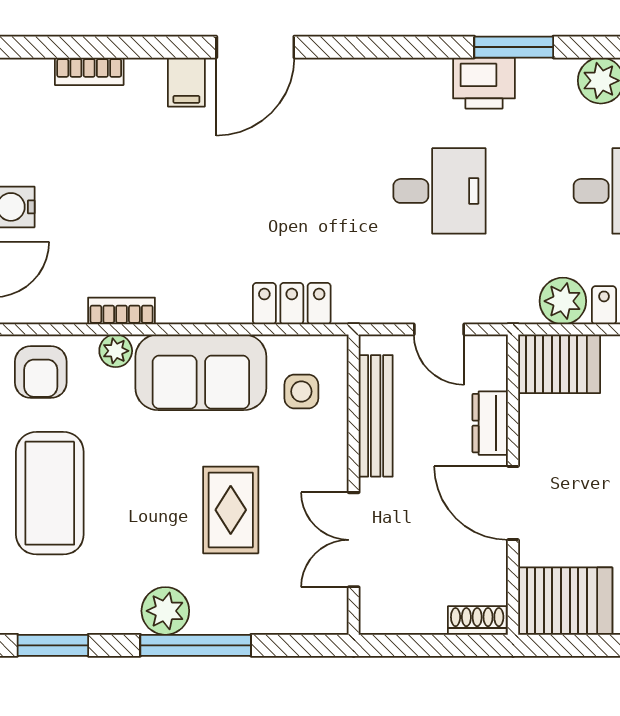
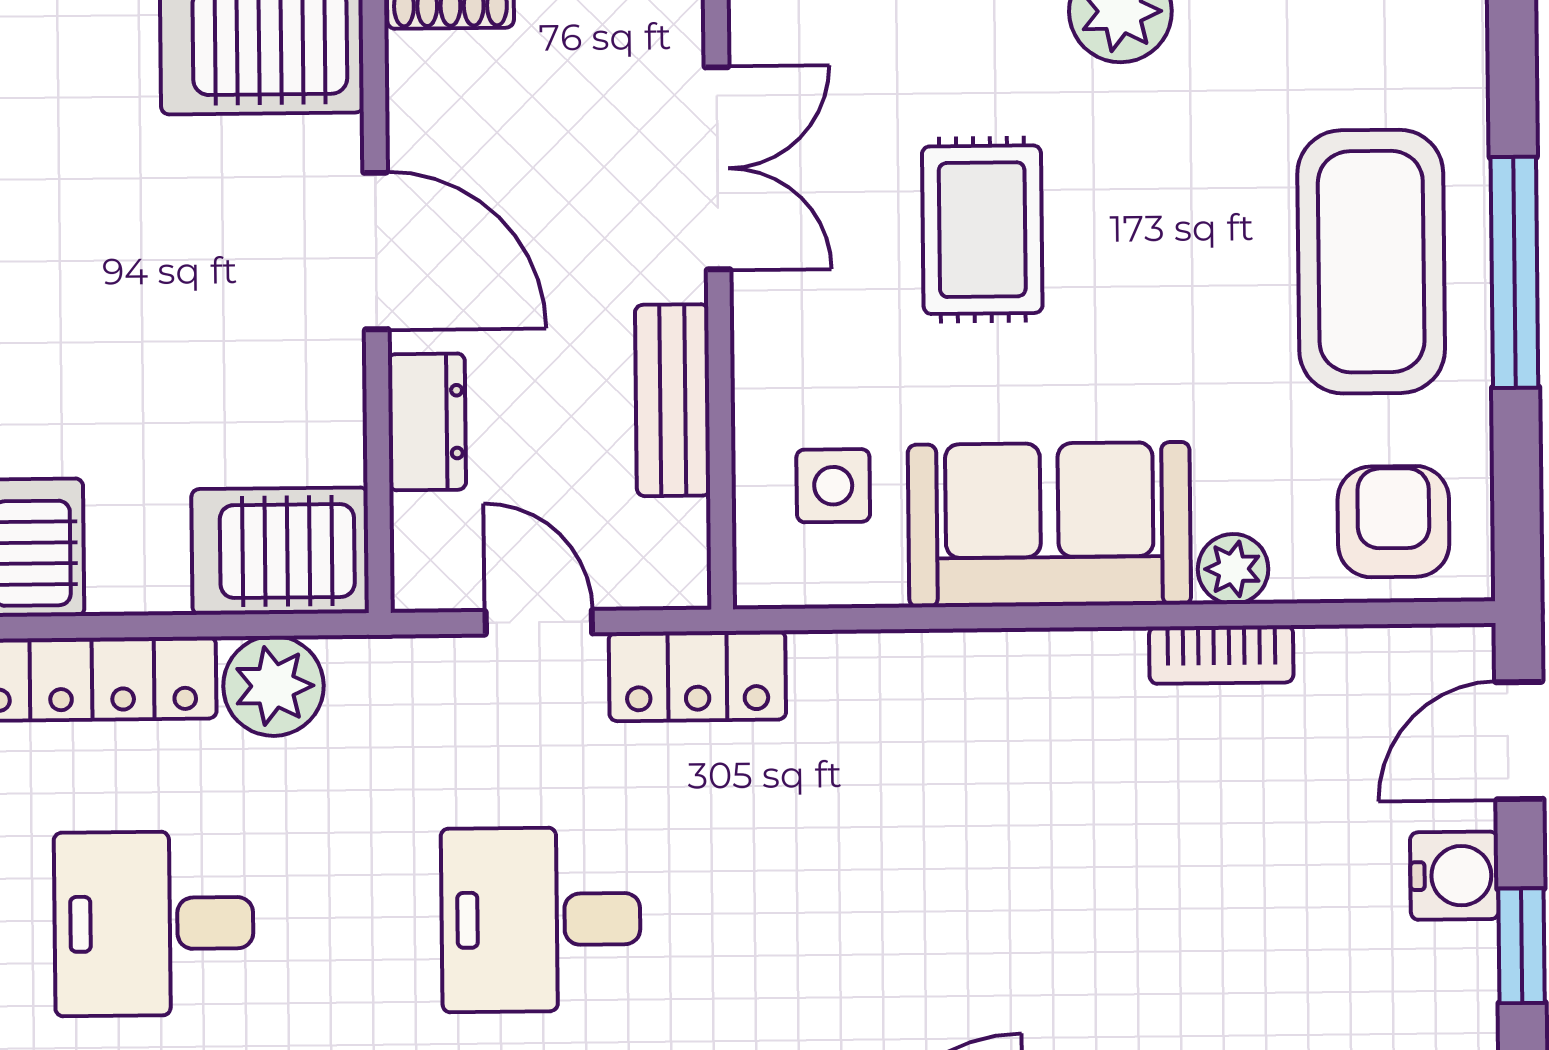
locker: (292, 304) -> (697, 676), moved
bench: (376, 416) -> (673, 400), width x0.73

